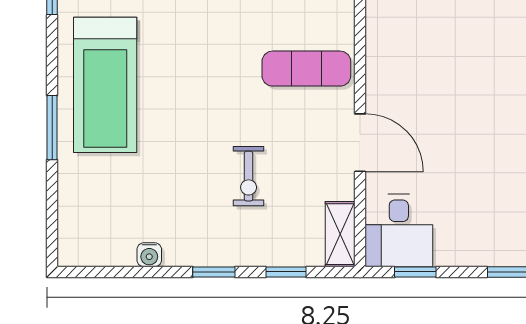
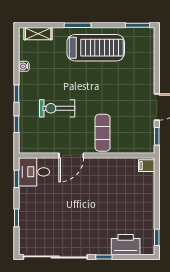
treadmill: (105, 85) -> (96, 48), turned 180
exercise bike: (249, 176) -> (57, 108), width x1.38, depth x1.39
shelving: (340, 234) -> (38, 34), moved

